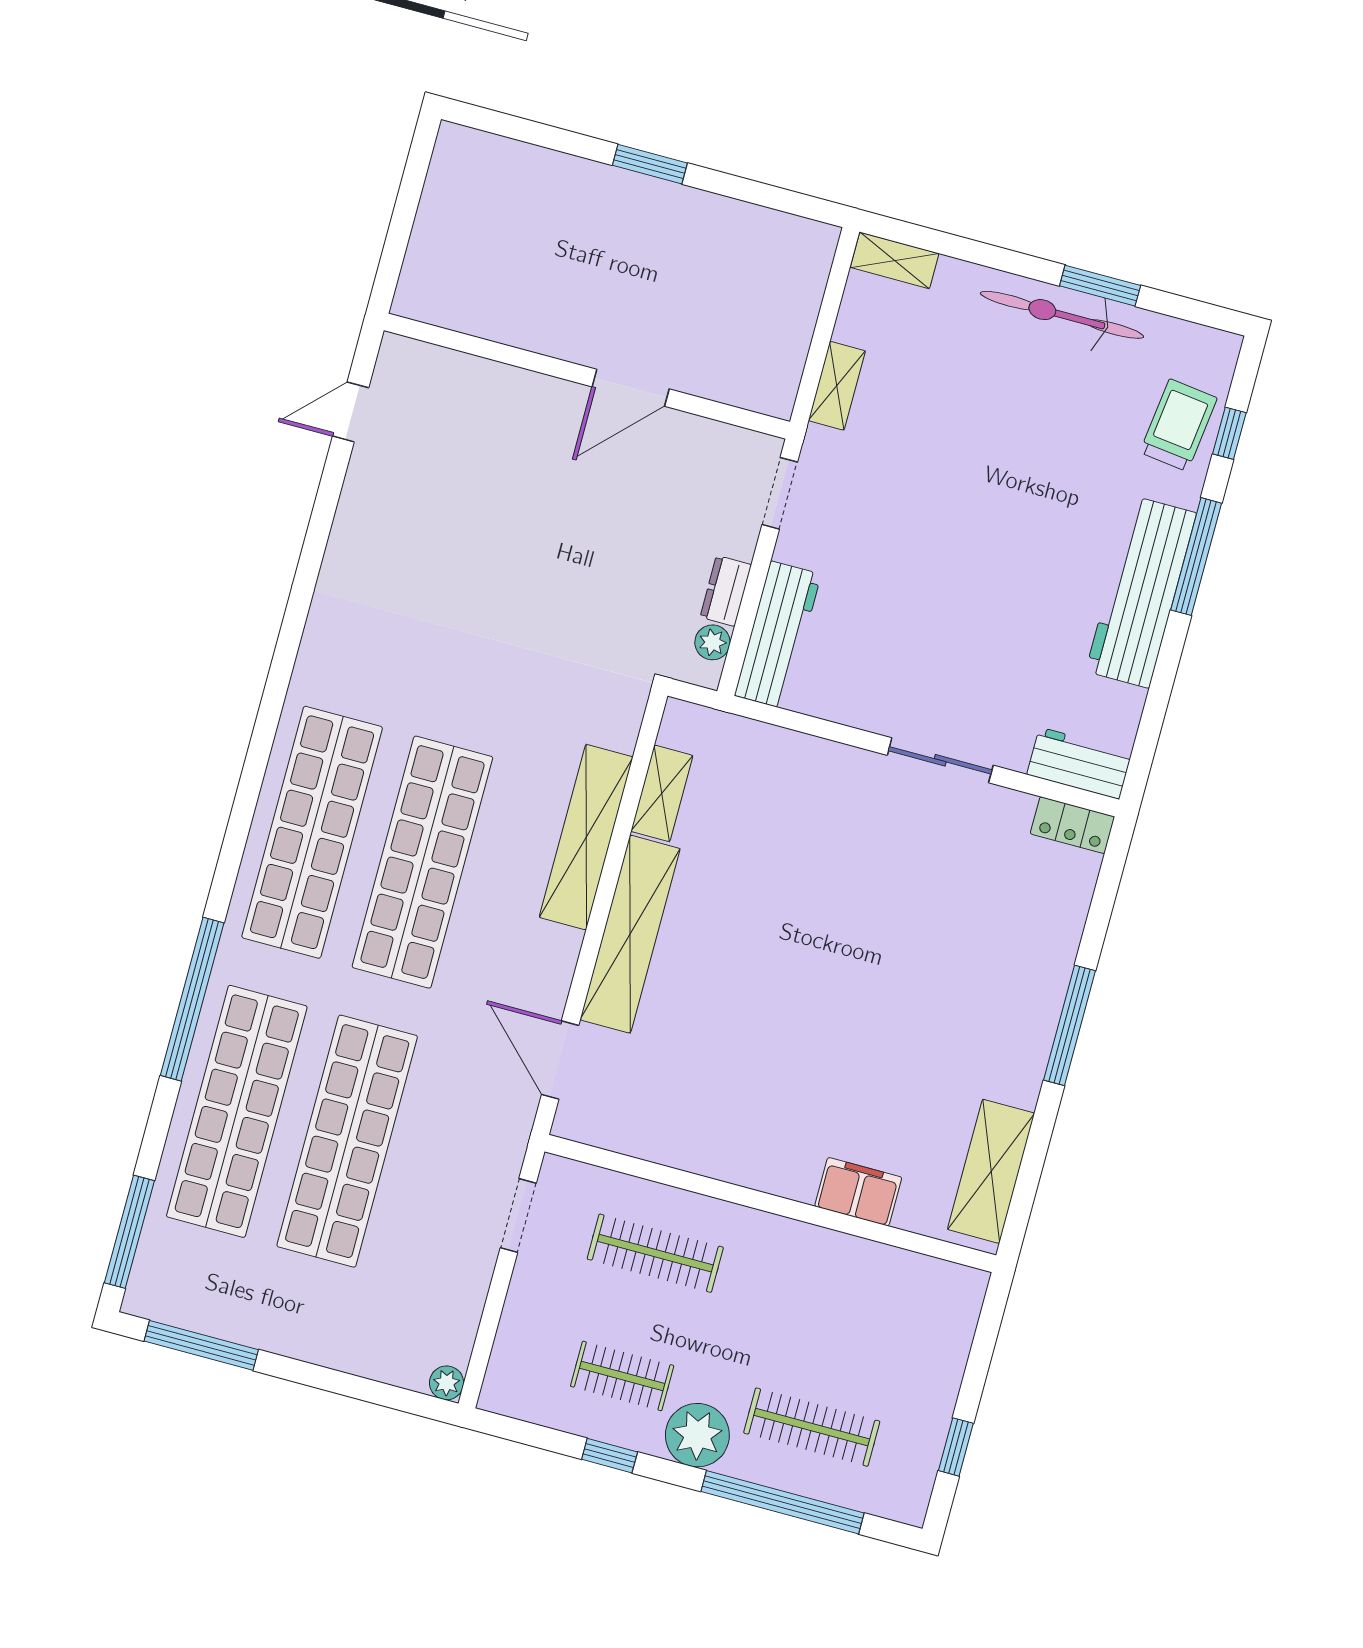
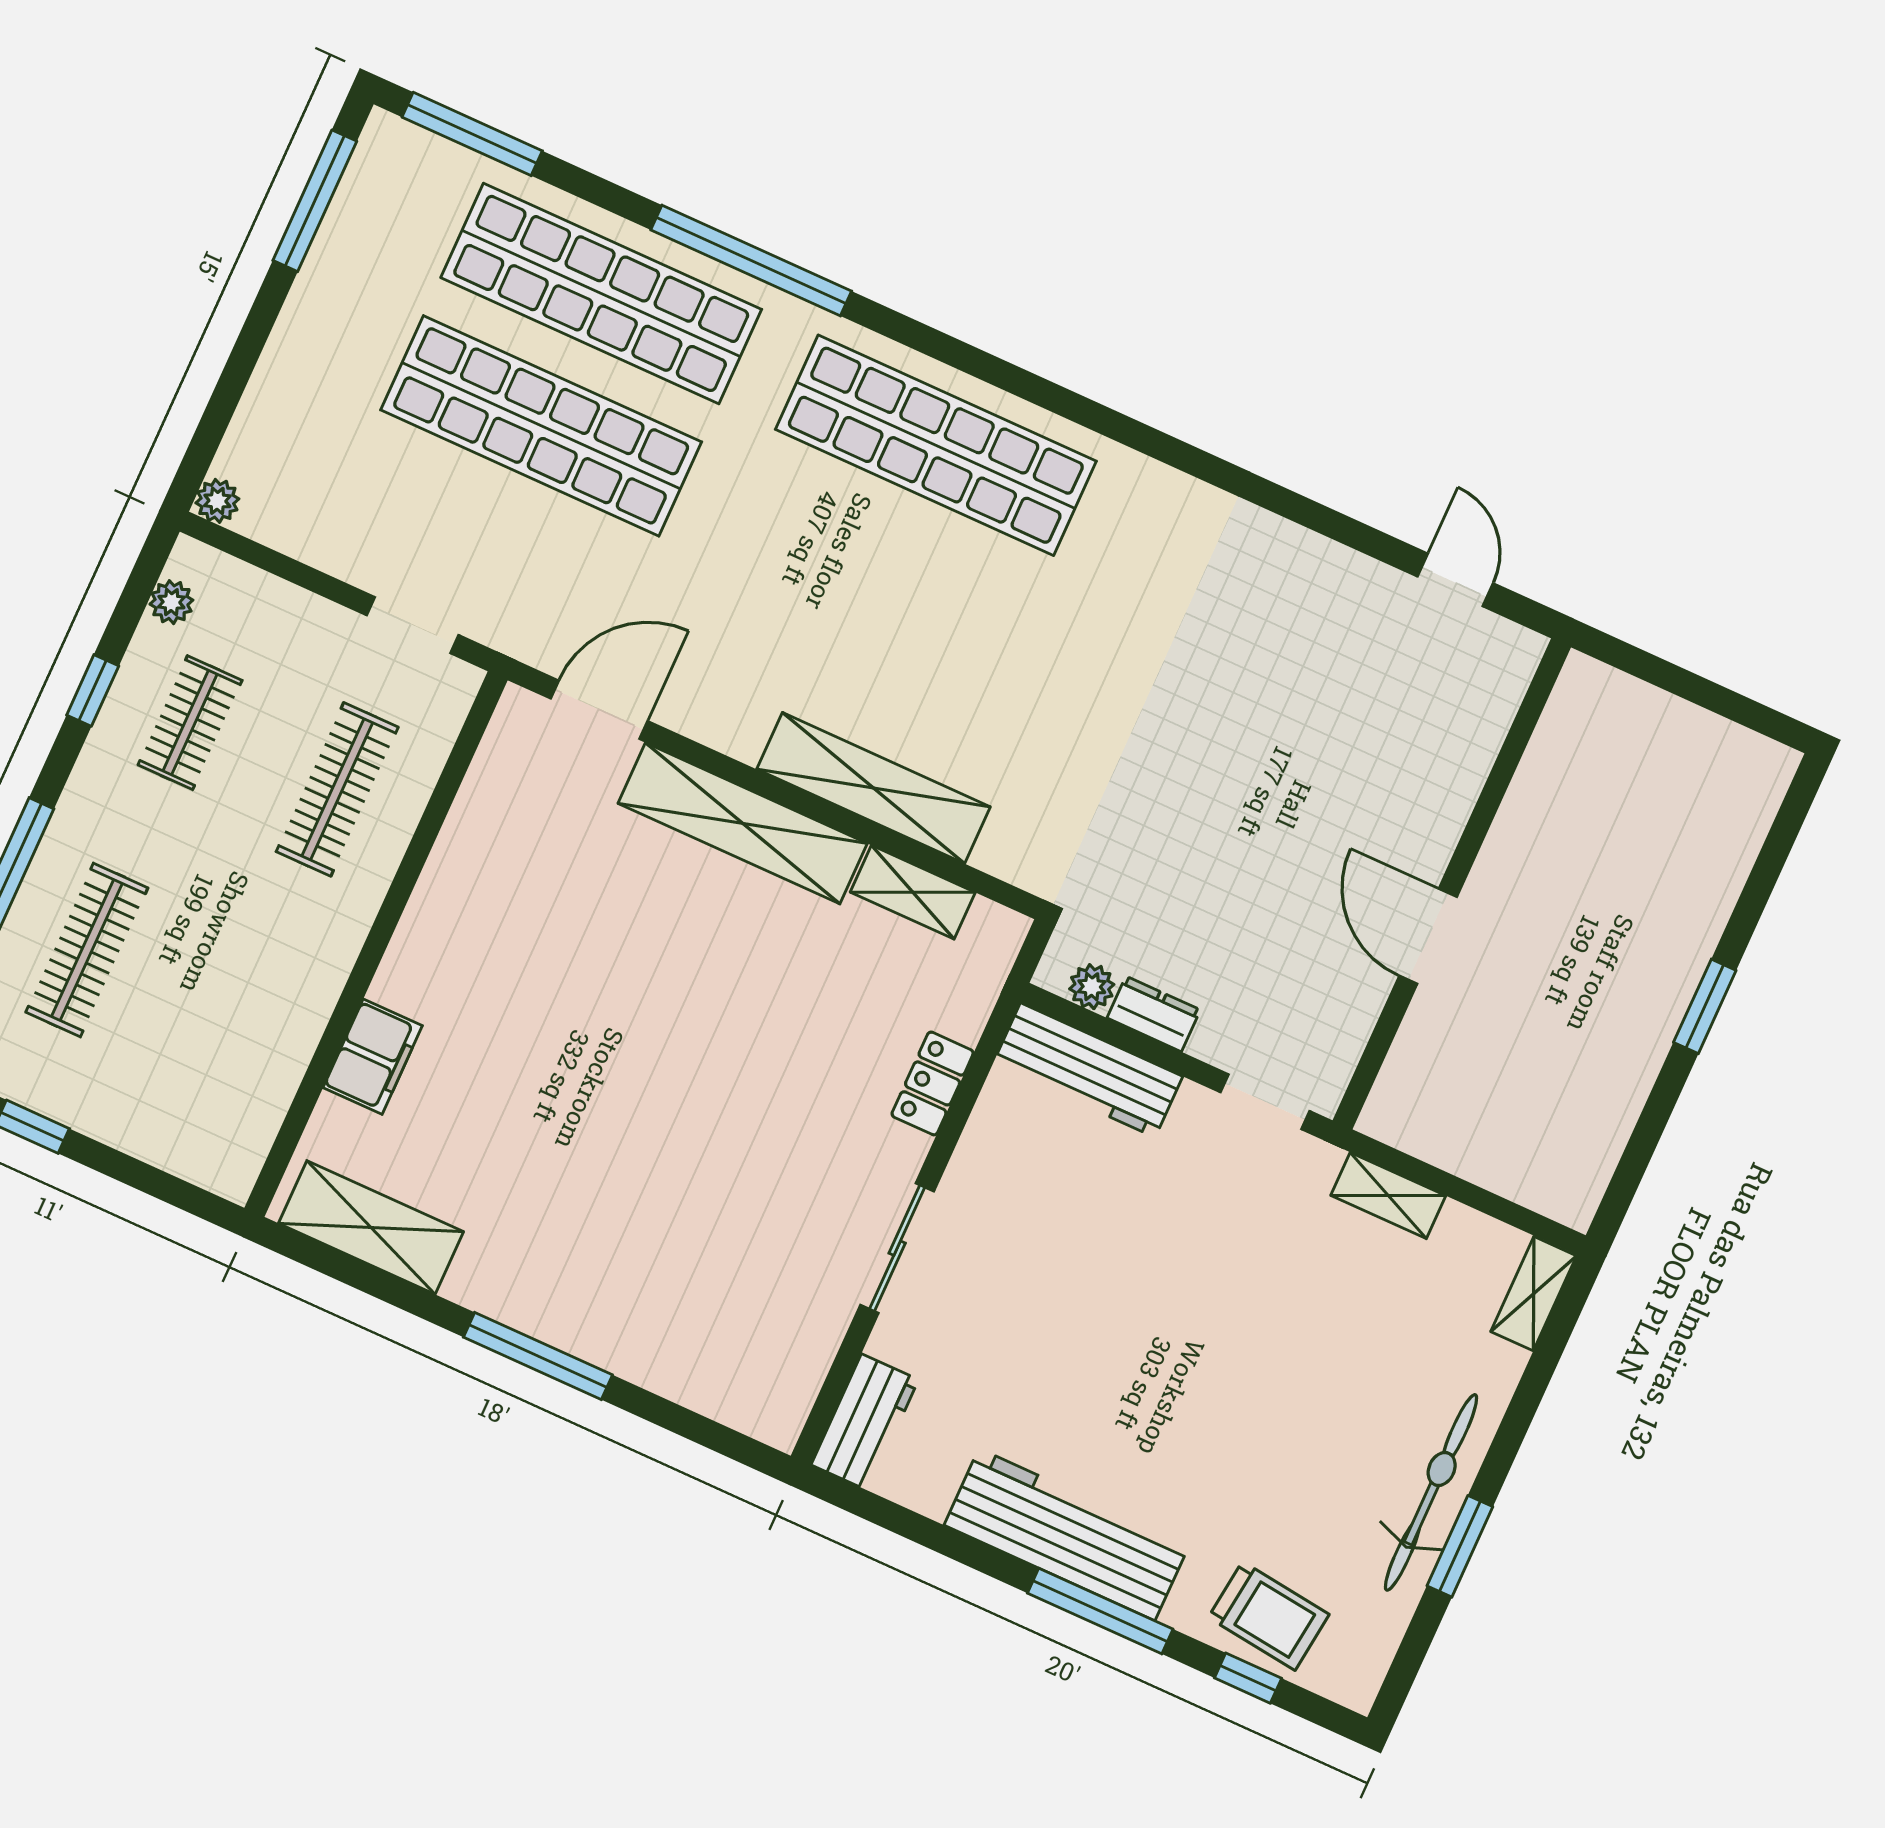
locker: (1072, 825) -> (933, 1083), moved
shop shelf: (422, 862) -> (876, 578), removed
plant: (697, 1435) -> (171, 602), moved, width x0.53, depth x0.53

